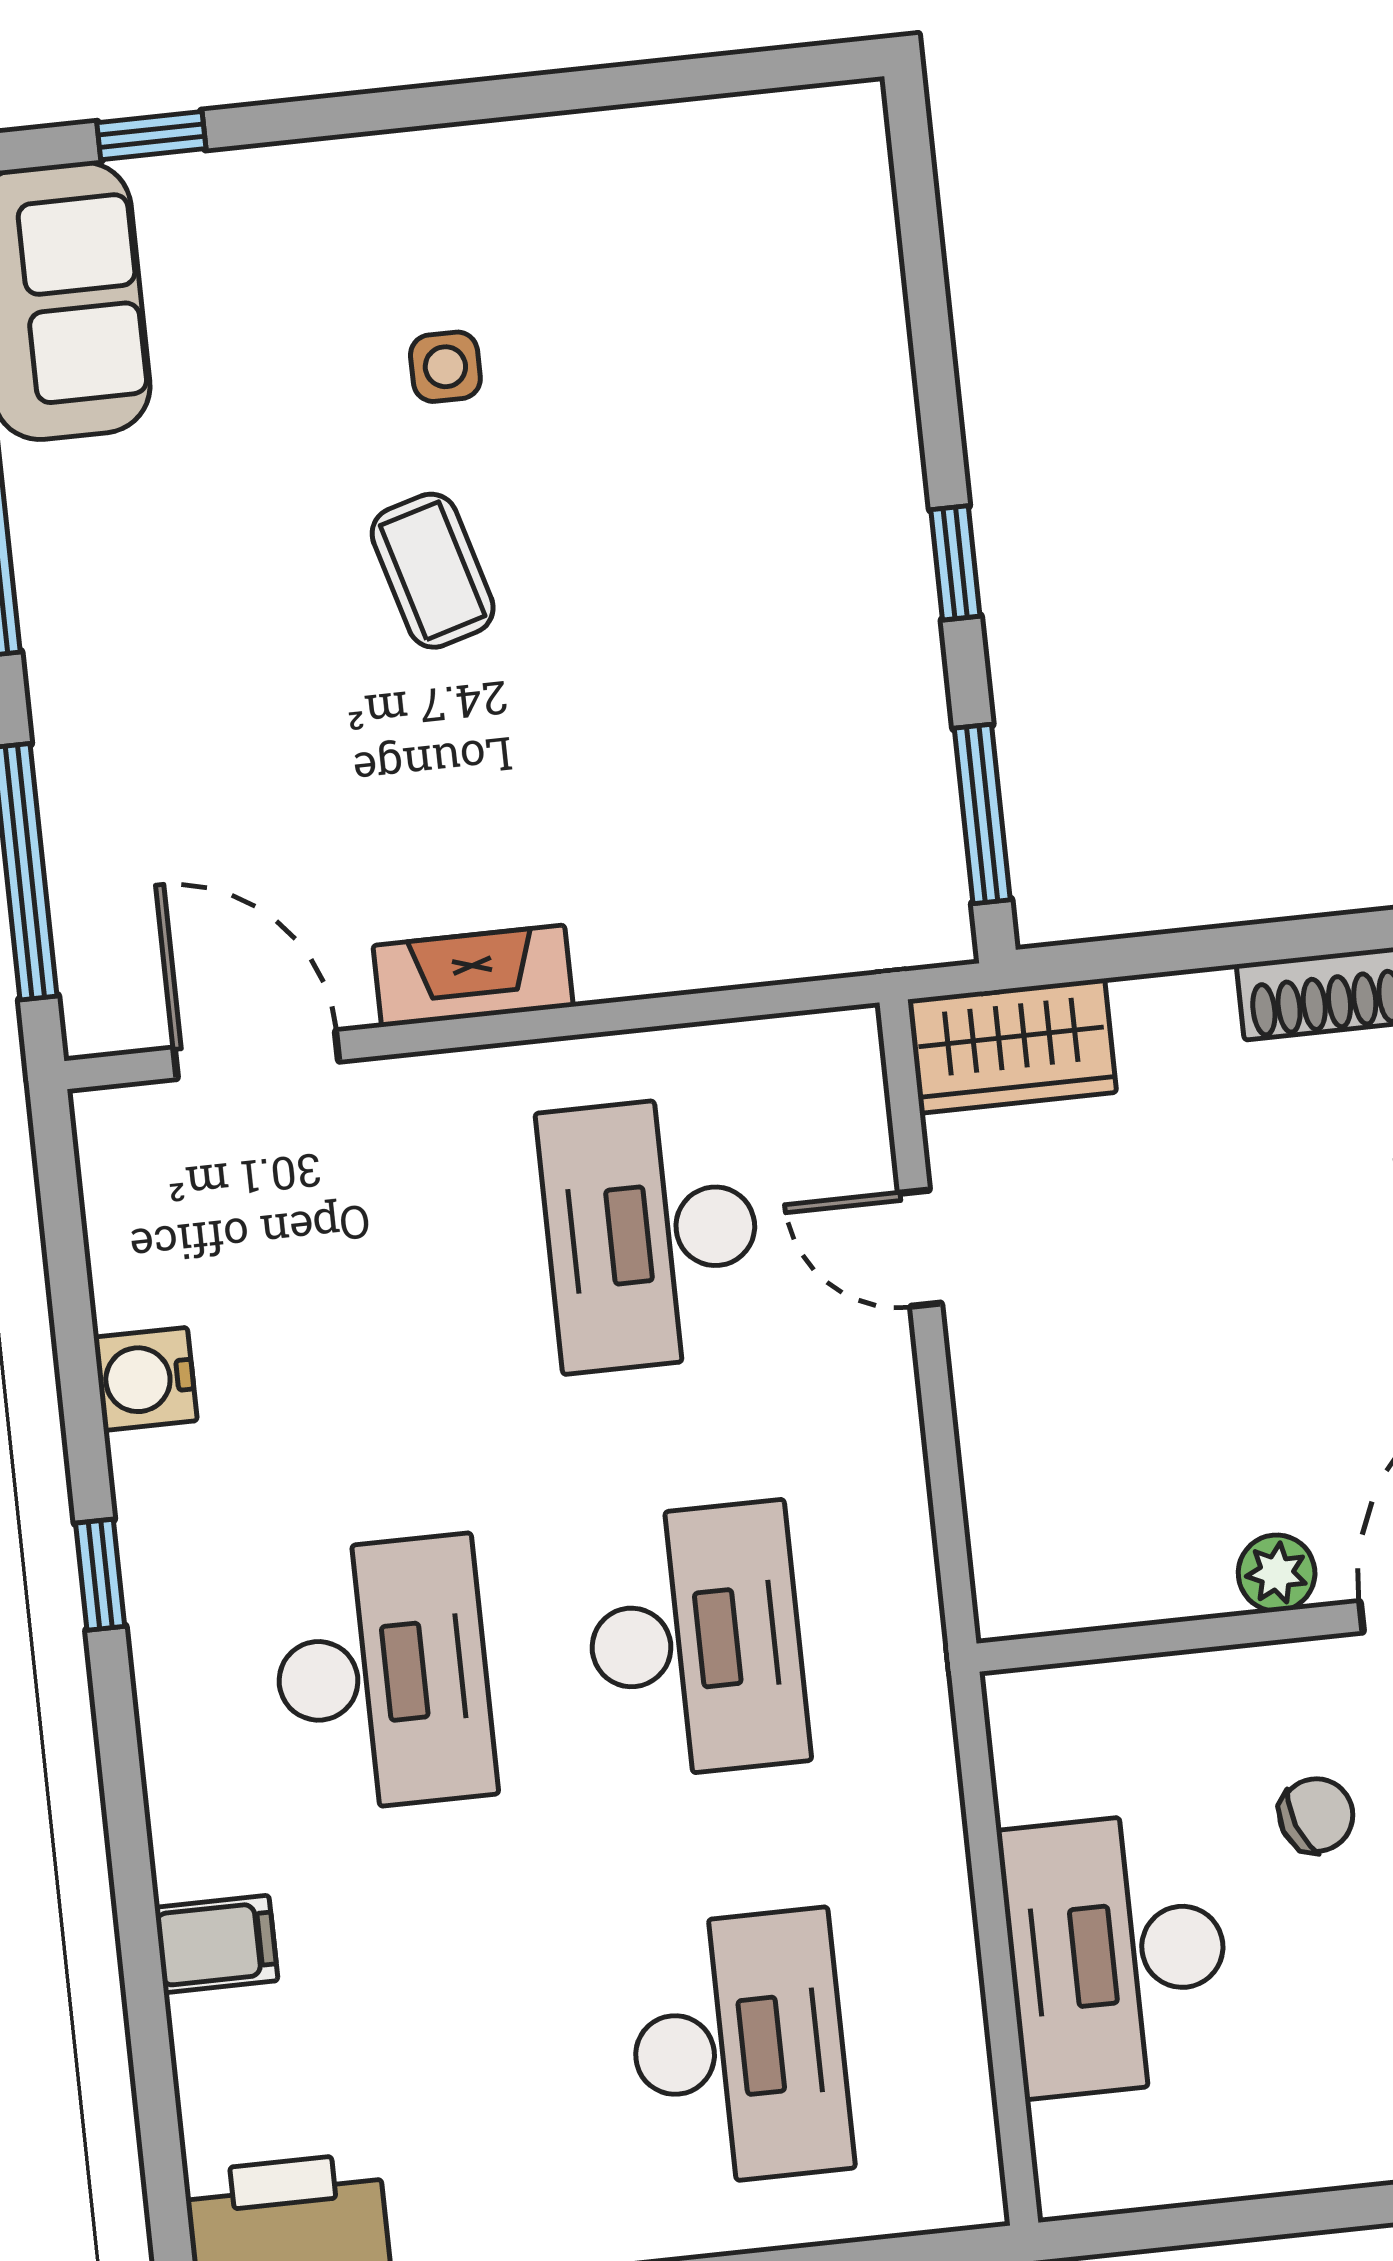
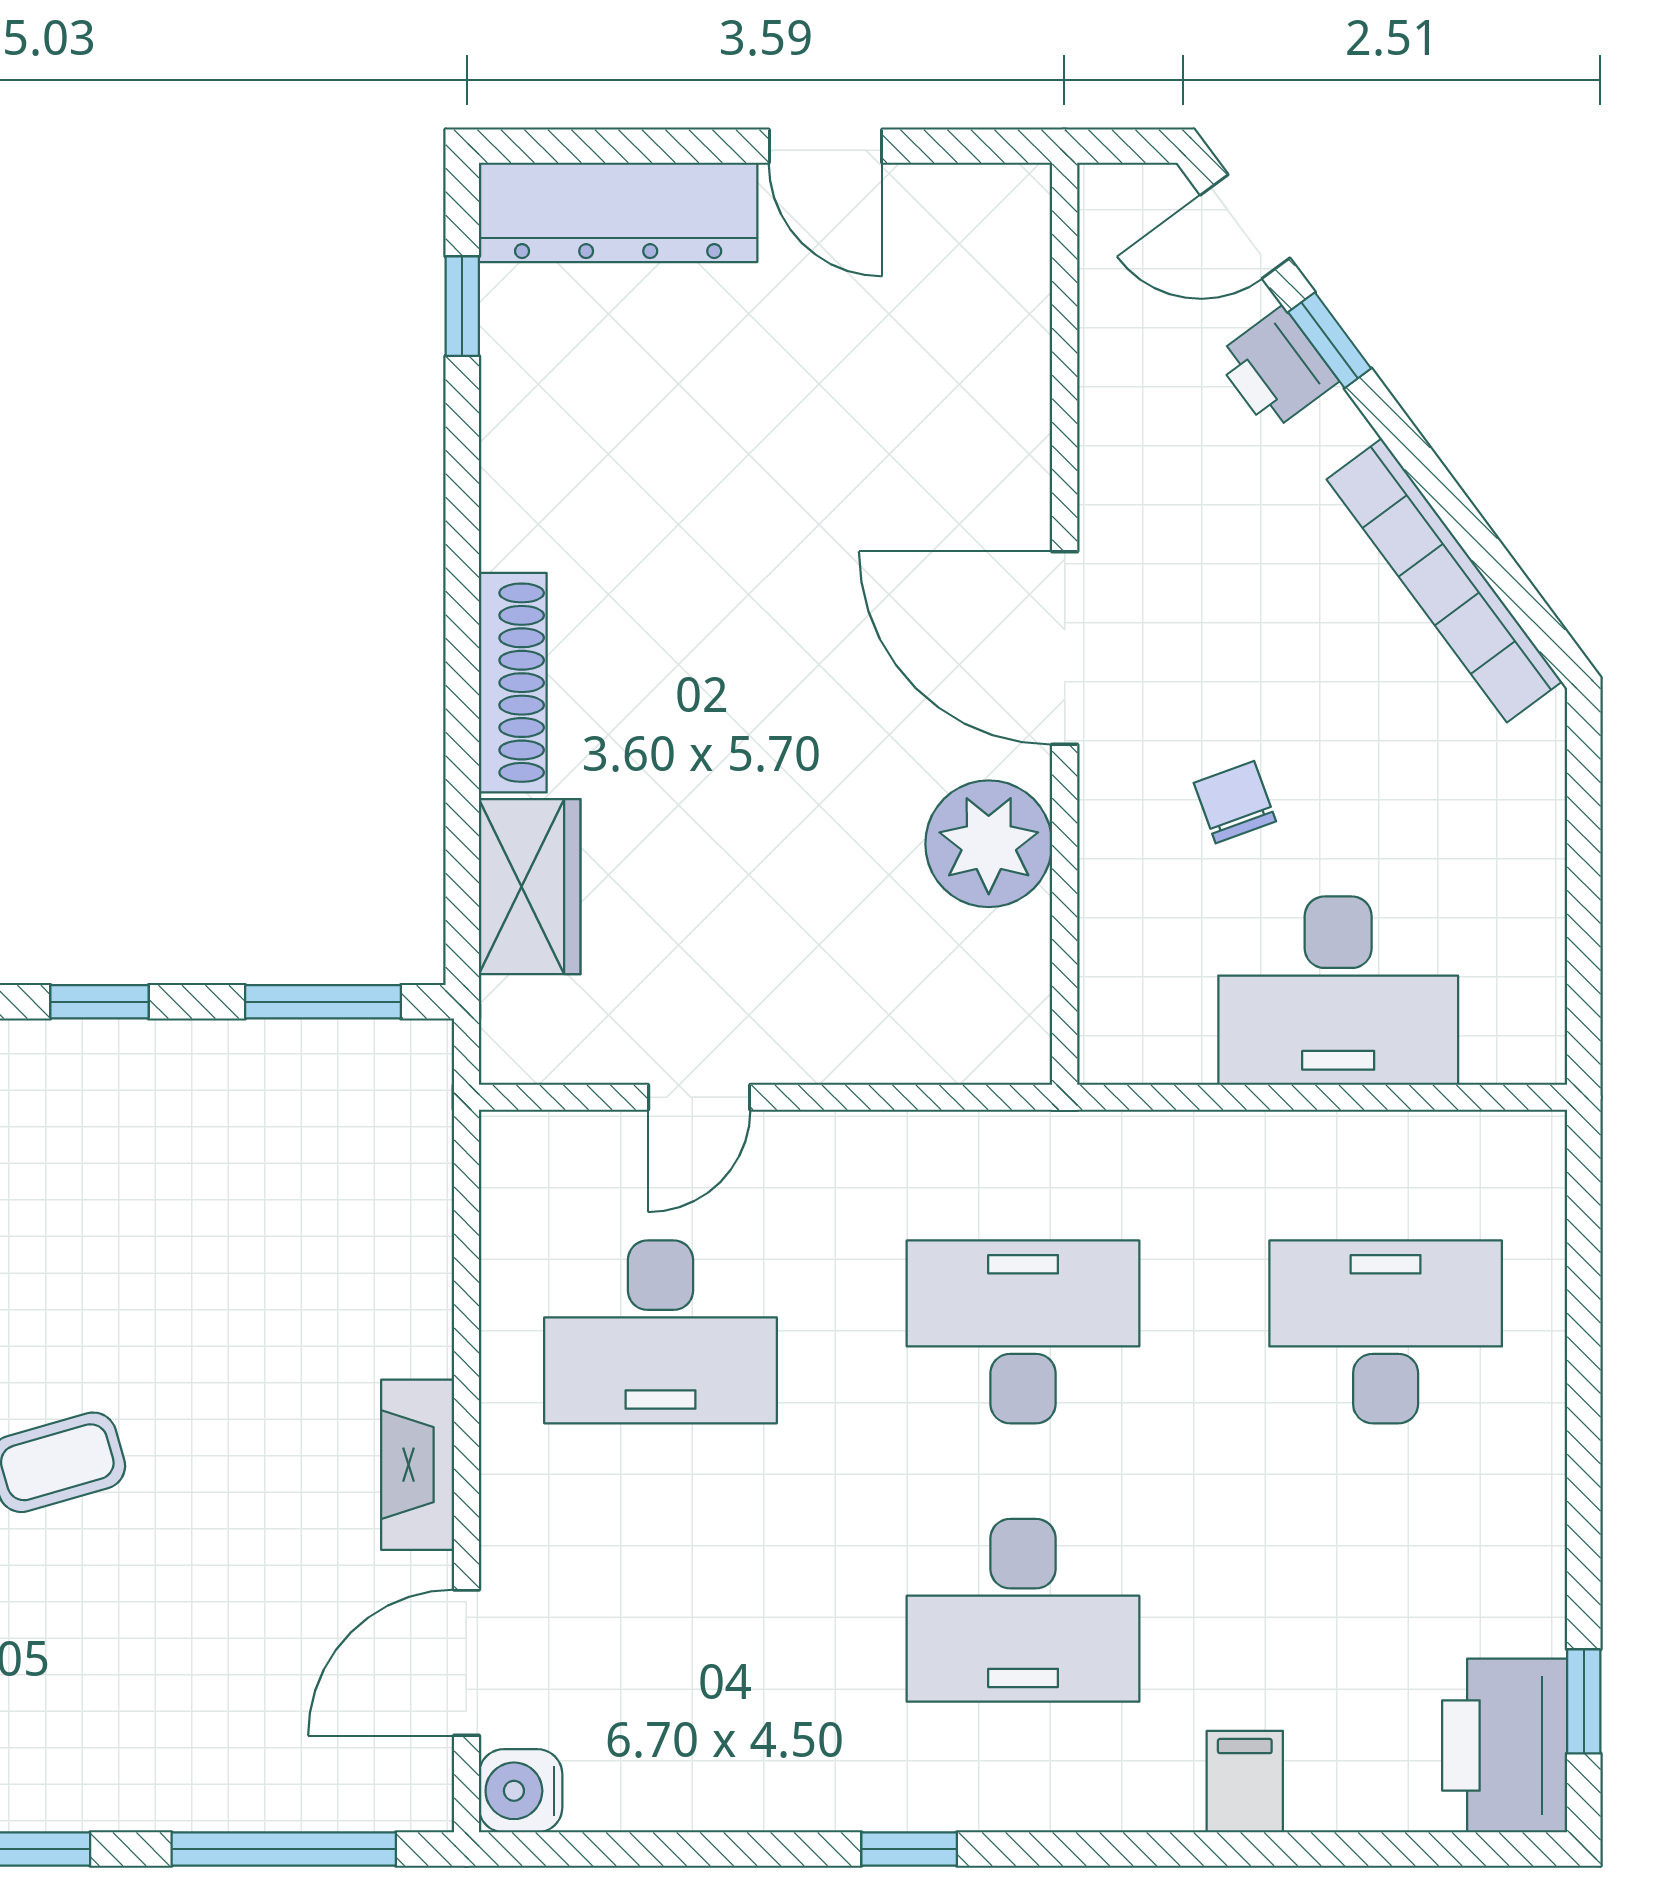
wardrobe: (1012, 1046) -> (530, 887), moved
water cooler: (145, 1379) -> (521, 1791), moved, turned 90
plant: (1277, 1573) -> (989, 844), width x1.87, depth x1.87
desk: (382, 1674) -> (1023, 1610), turned 180

